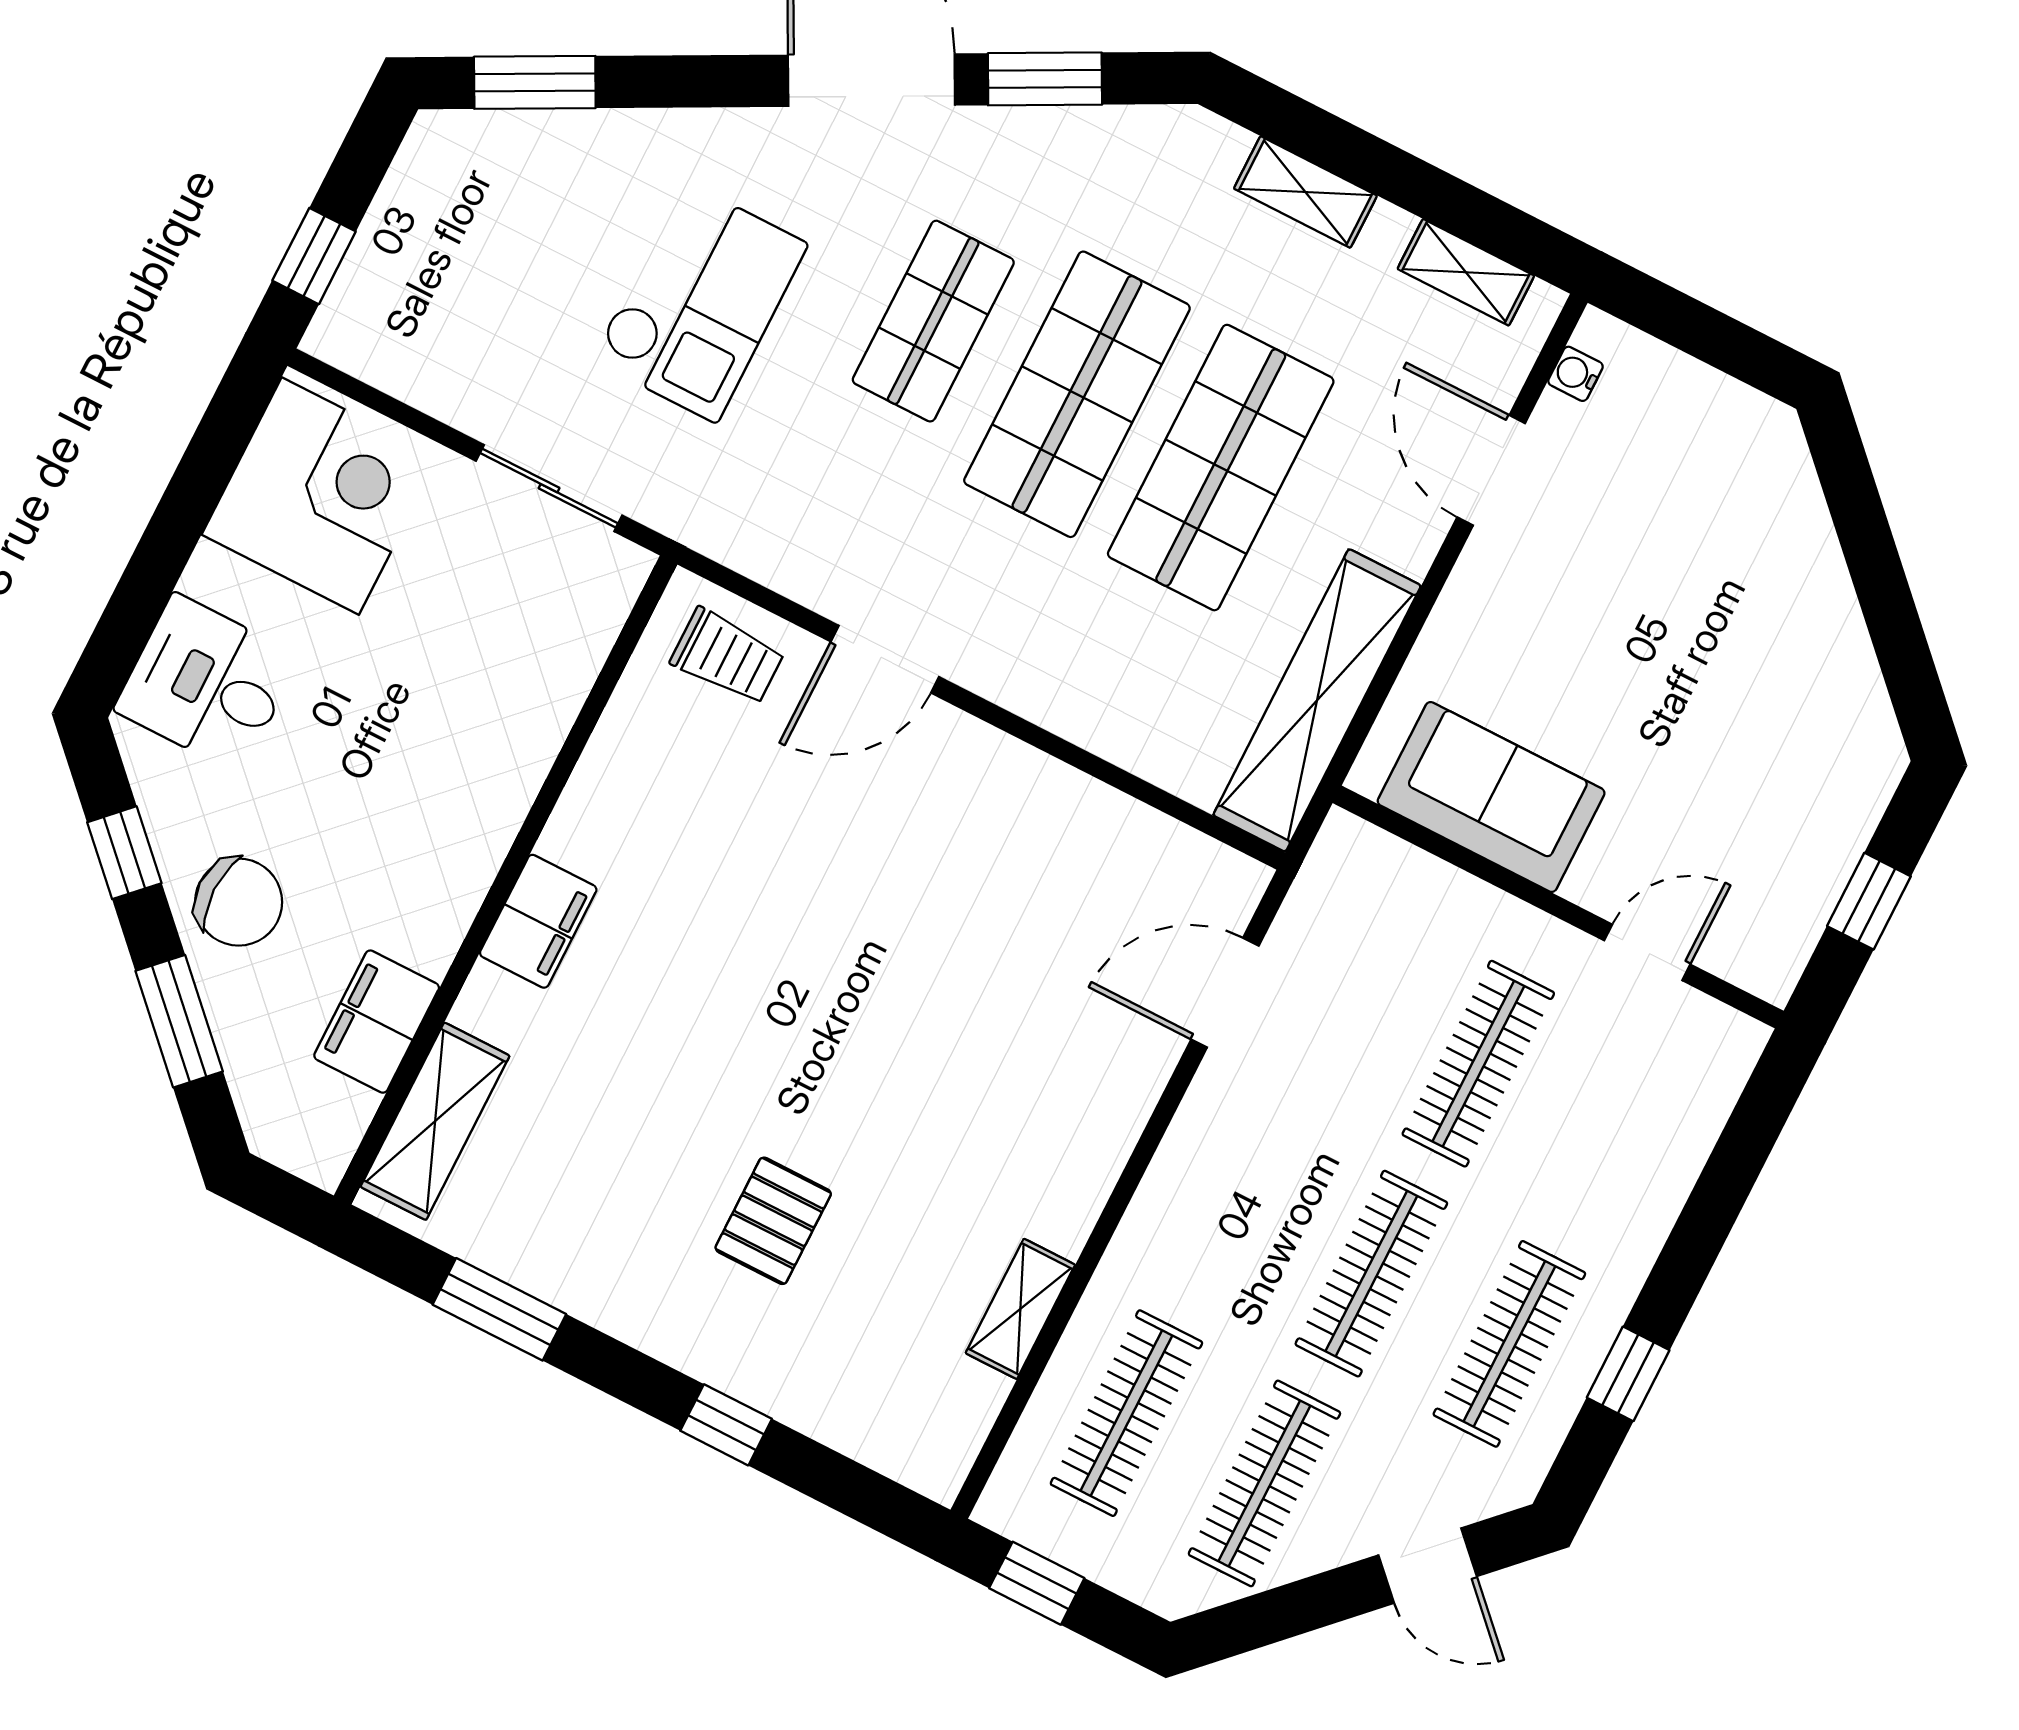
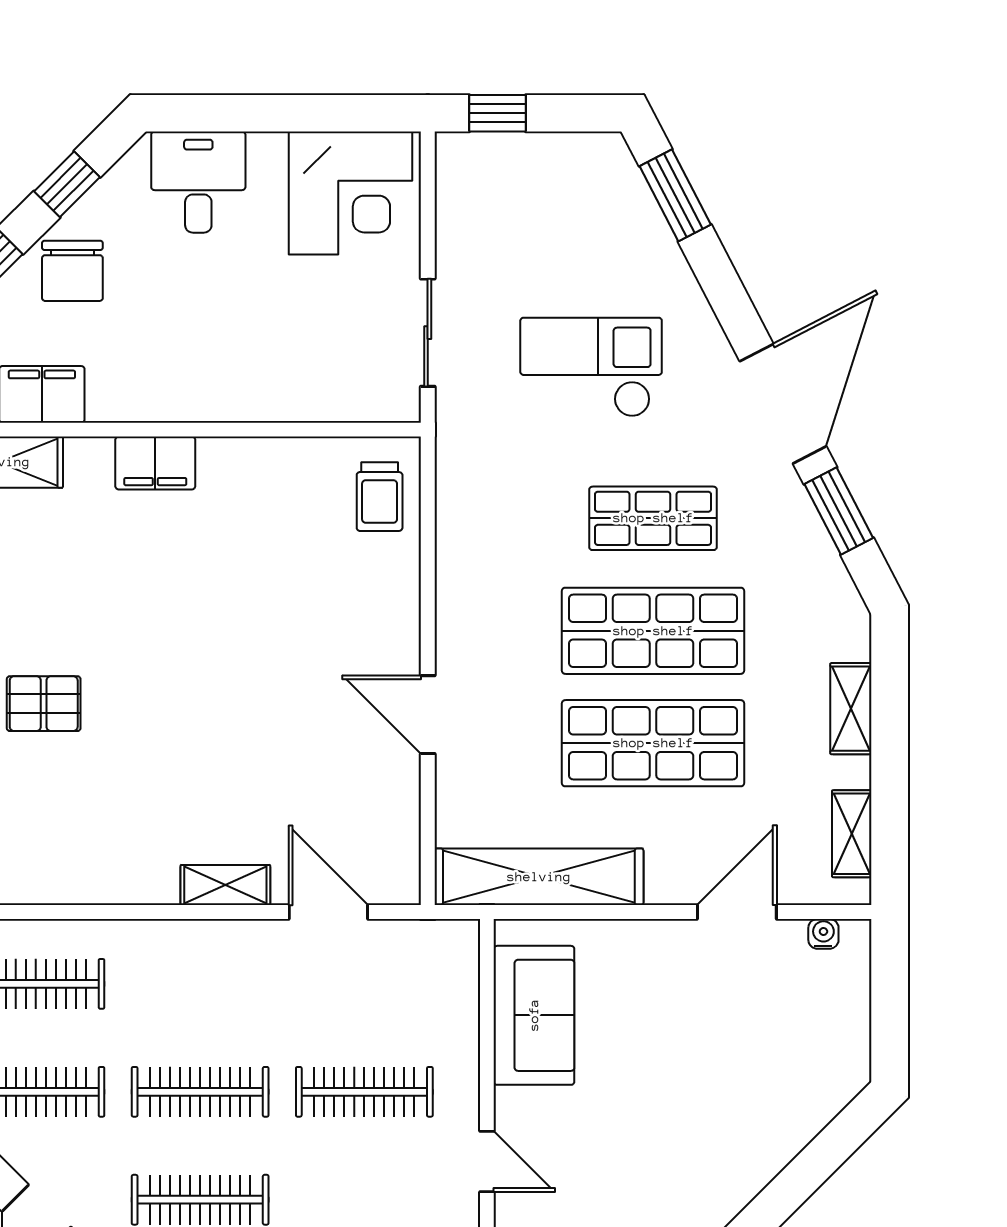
checkout: (700, 302) -> (591, 367), turned 180
door: (885, 659) -> (428, 715), moved
shelving: (1020, 1309) -> (225, 885), moved

